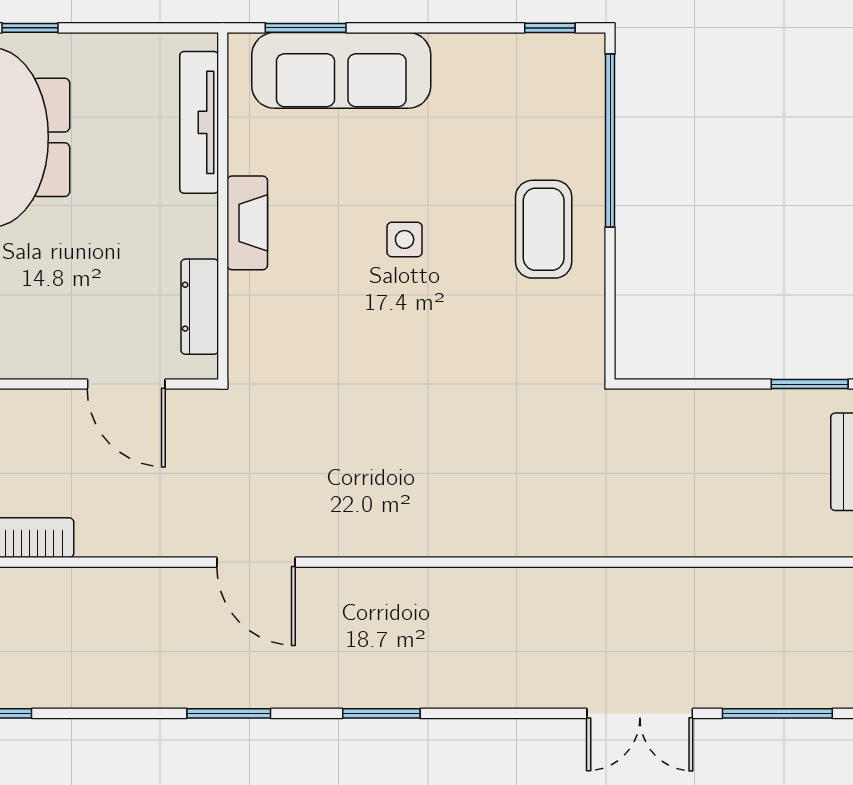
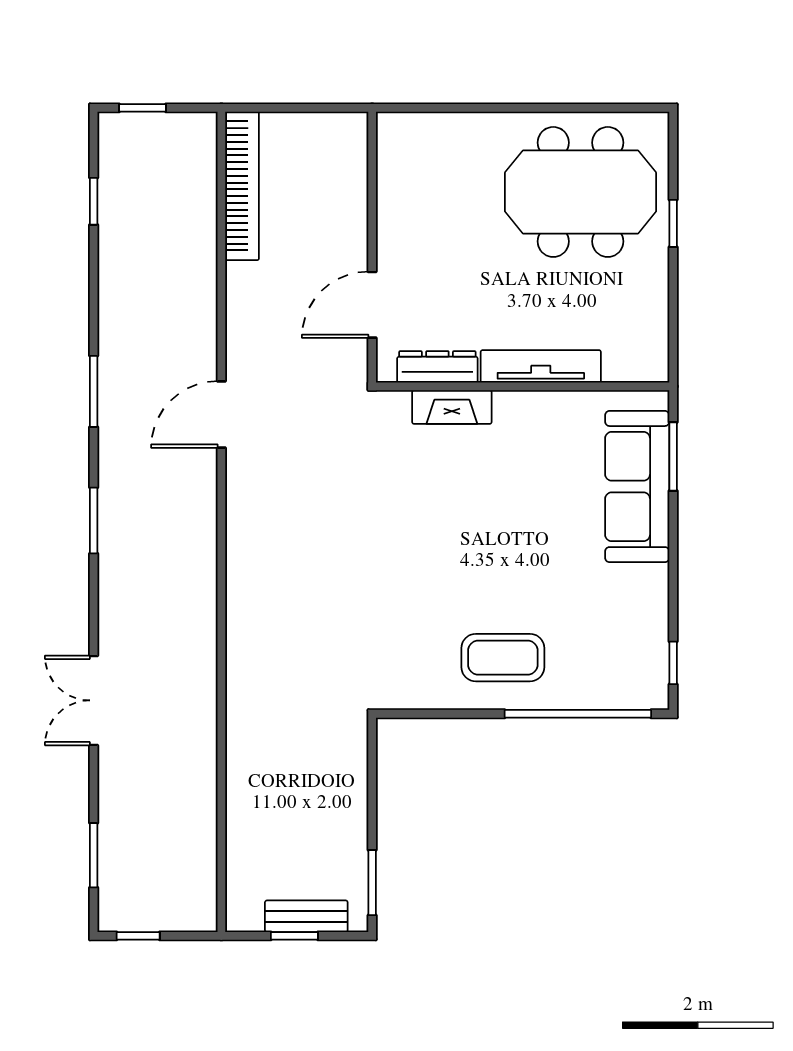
tv unit: (199, 122) -> (541, 366), moved
fireplace: (247, 223) -> (452, 407), moved
side table: (405, 239) -> (494, 540), removed
double door: (640, 713) -> (94, 700), moved
window: (777, 713) -> (94, 855), width x0.69

